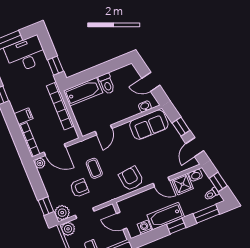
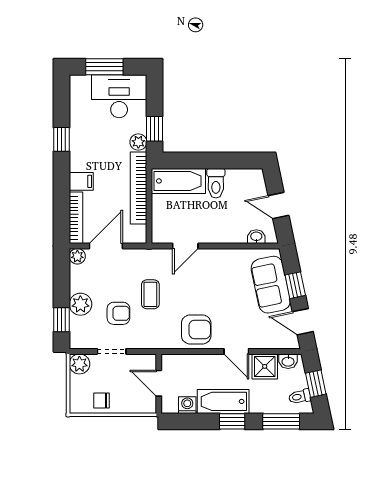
plant: (49, 78) -> (138, 142), added
sofa: (149, 125) -> (271, 285), moved, turned 78
door: (195, 147) -> (303, 322), hinge flipped
door: (55, 150) -> (106, 246), swing flipped
armchair: (131, 179) -> (196, 329), turned 97
plant: (62, 213) -> (80, 304), moved

